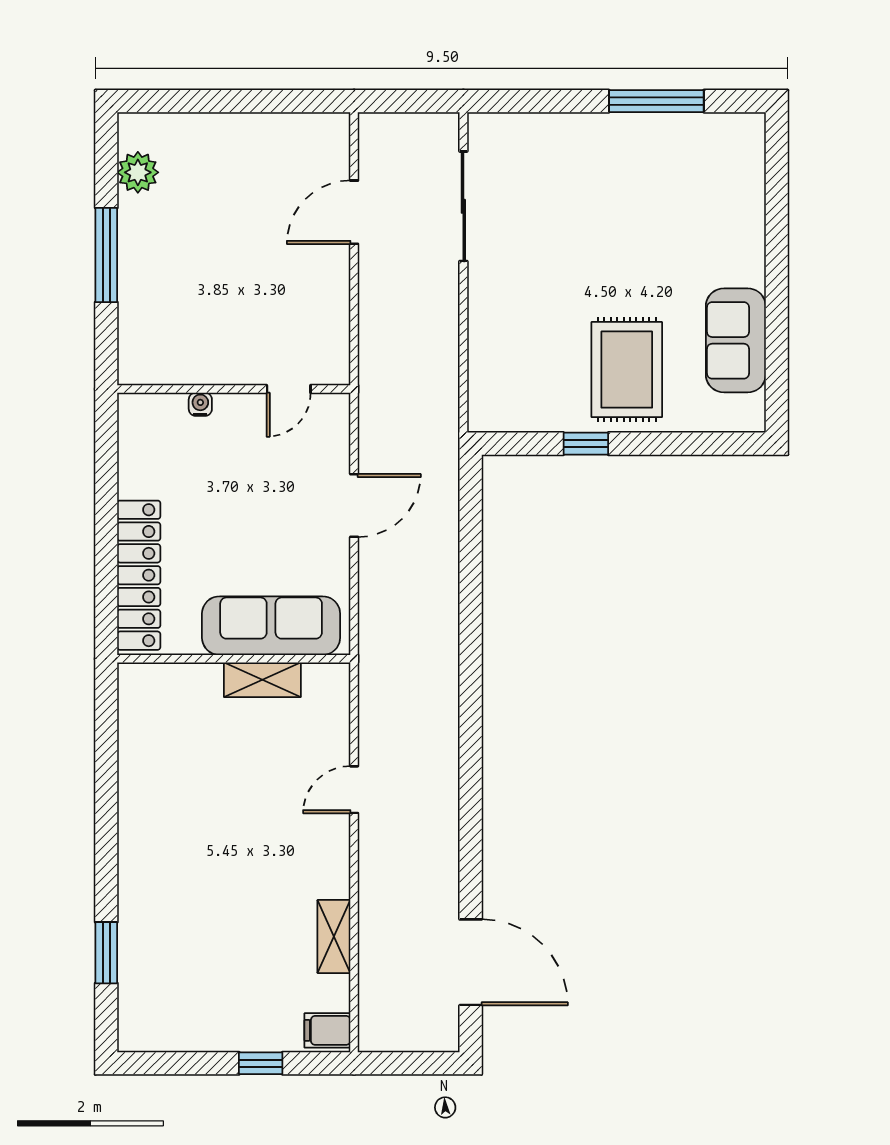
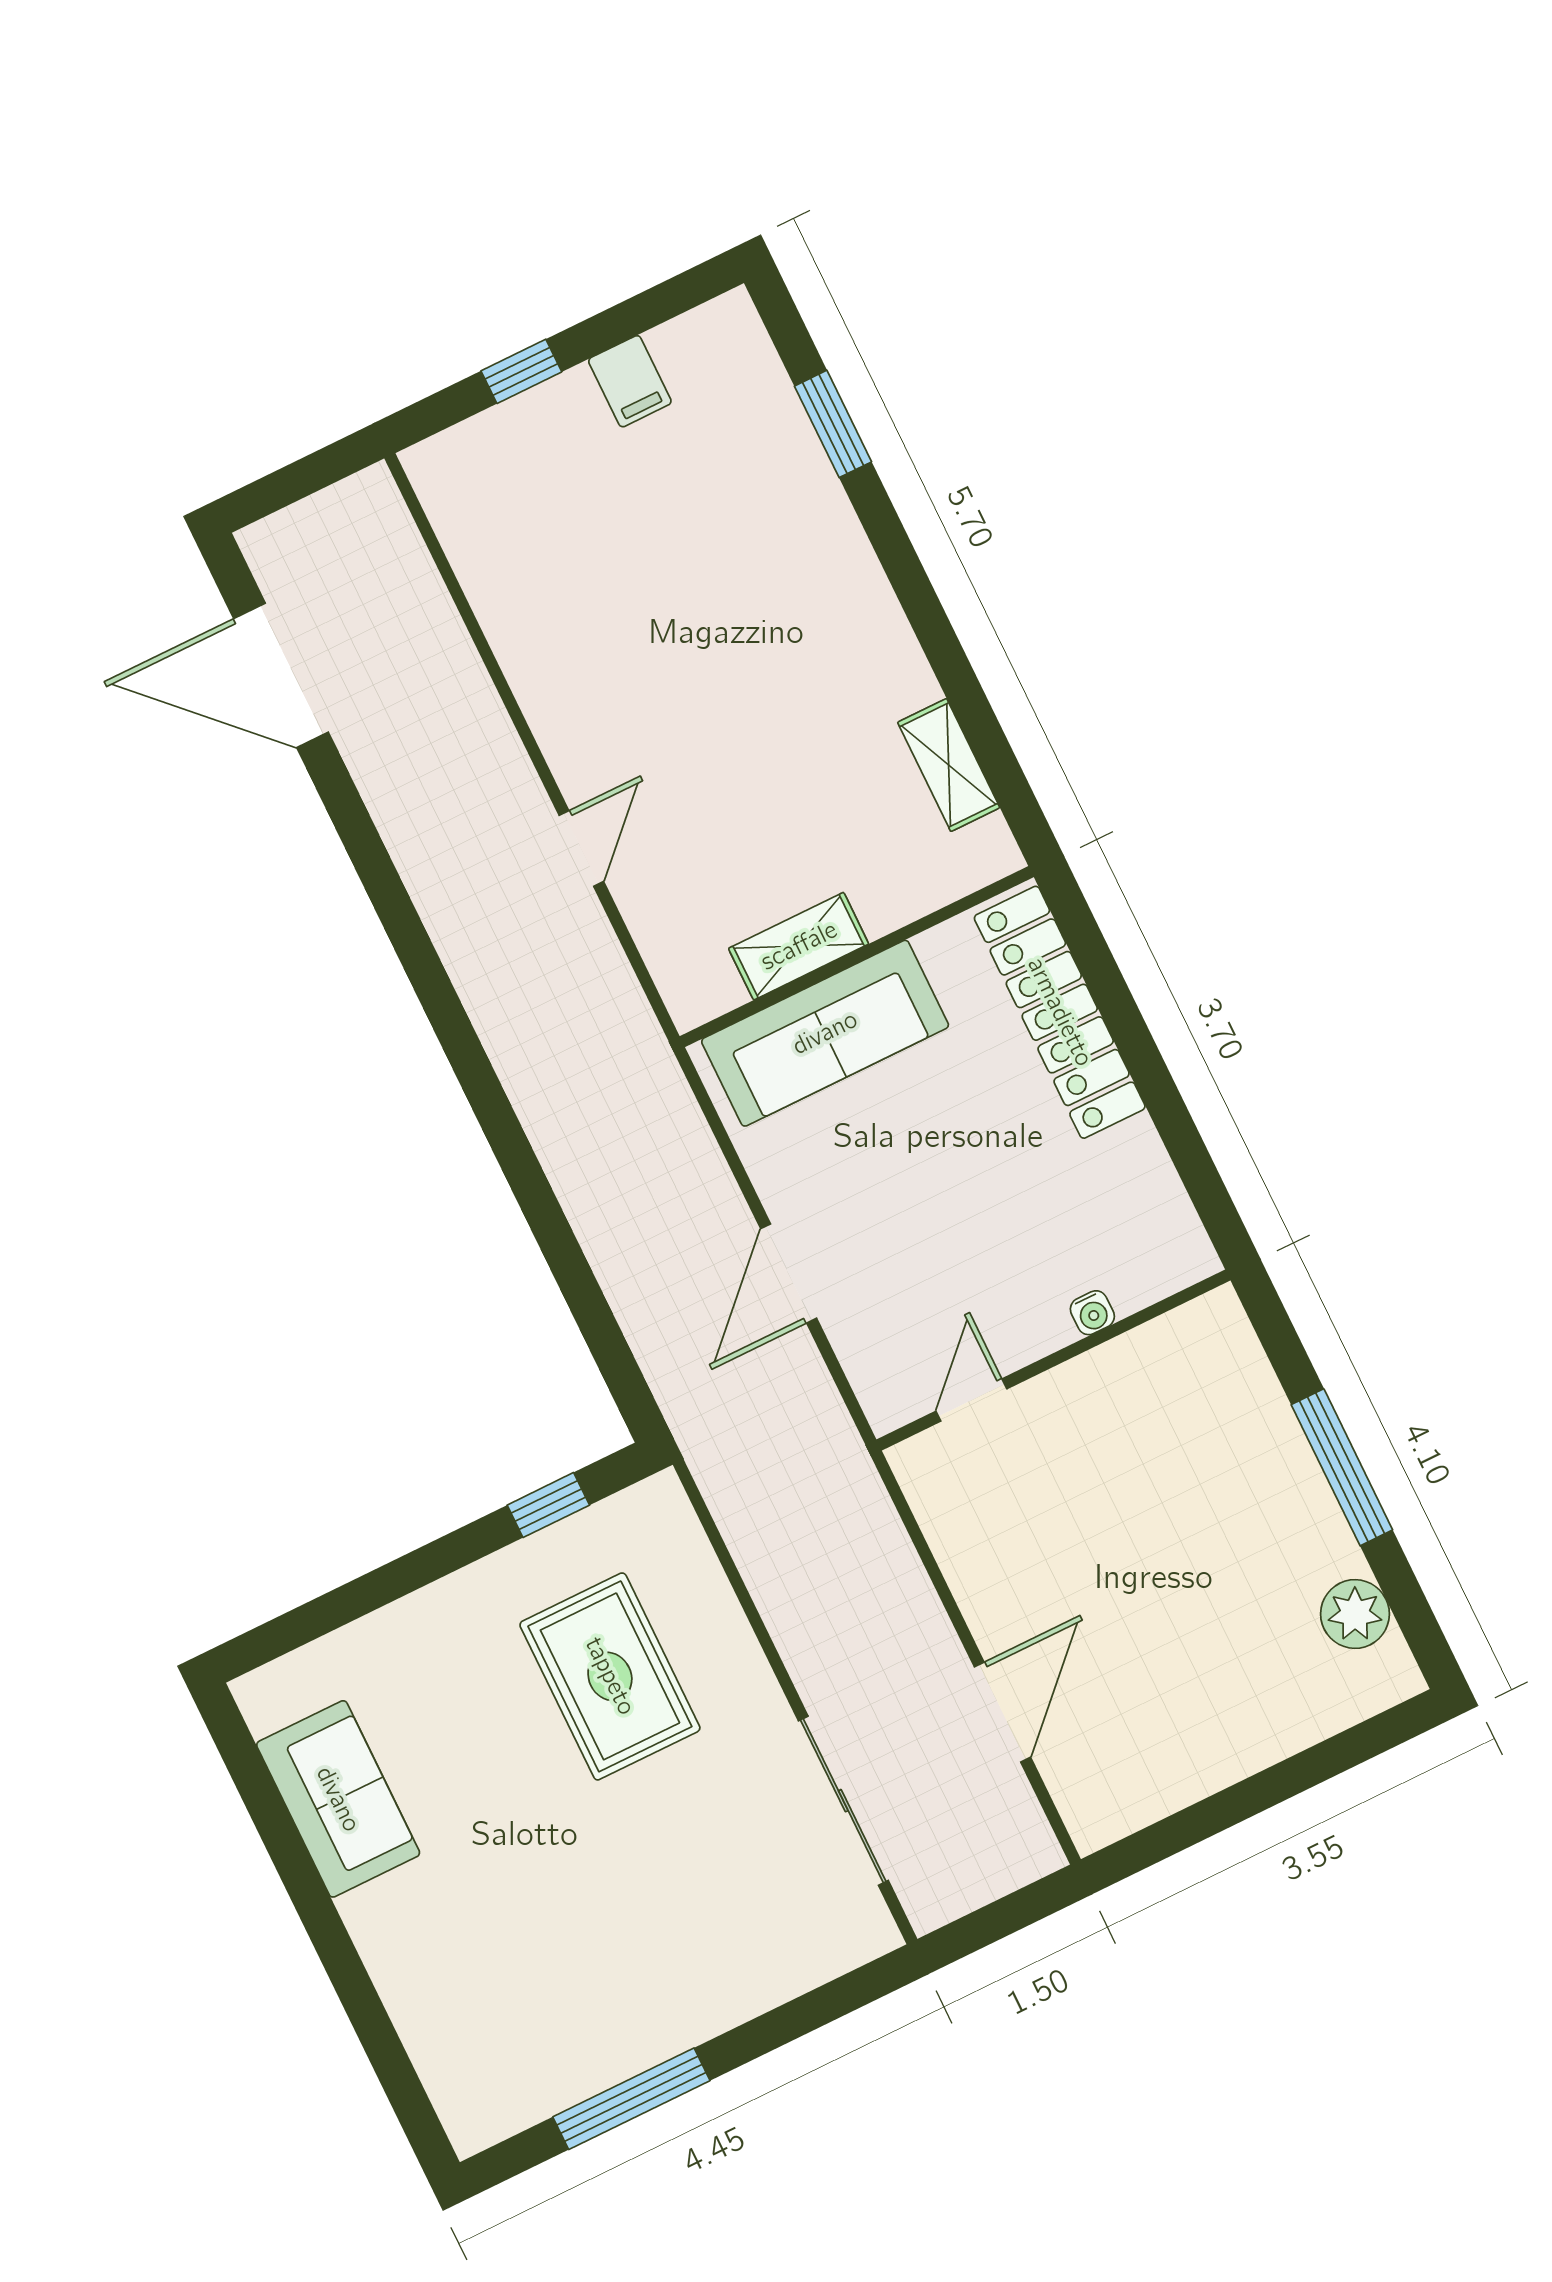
rug: (627, 370) -> (610, 1676), moved
window: (586, 444) -> (548, 1505), moved
shelving: (334, 937) -> (949, 765), moved
filing cabinet: (327, 1030) -> (630, 381), moved, turned 90

